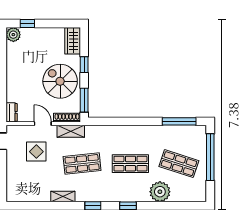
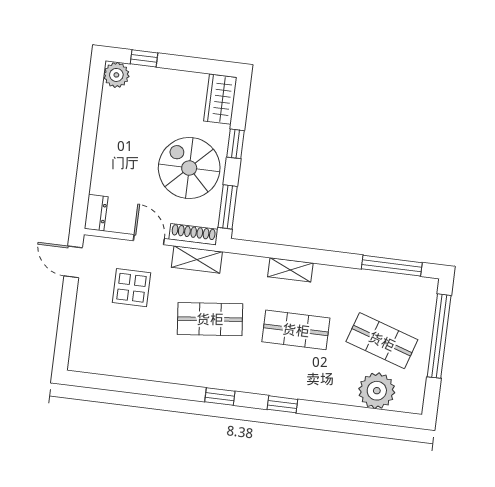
plant: (160, 192) -> (377, 391), moved
shelving: (63, 196) -> (290, 270), moved

